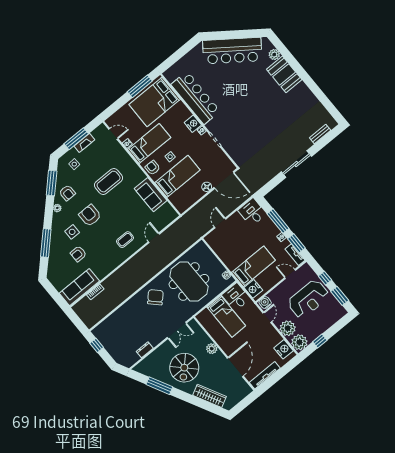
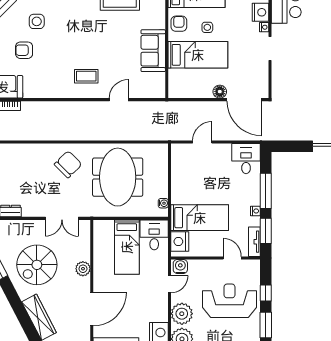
armchair: (90, 215) -> (70, 20), removed
reception desk: (308, 299) -> (229, 301), turned 180

